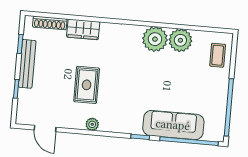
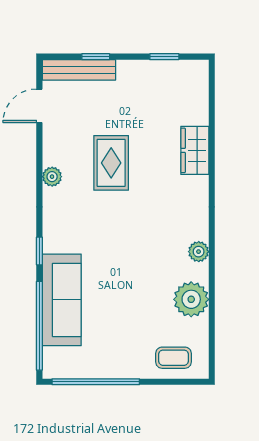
shoe rack: (50, 23) -> (200, 99), removed
plant: (155, 39) -> (199, 252), width x0.53, depth x0.53
bench: (27, 64) -> (79, 70), moved
rug: (87, 85) -> (111, 163), turned 90

